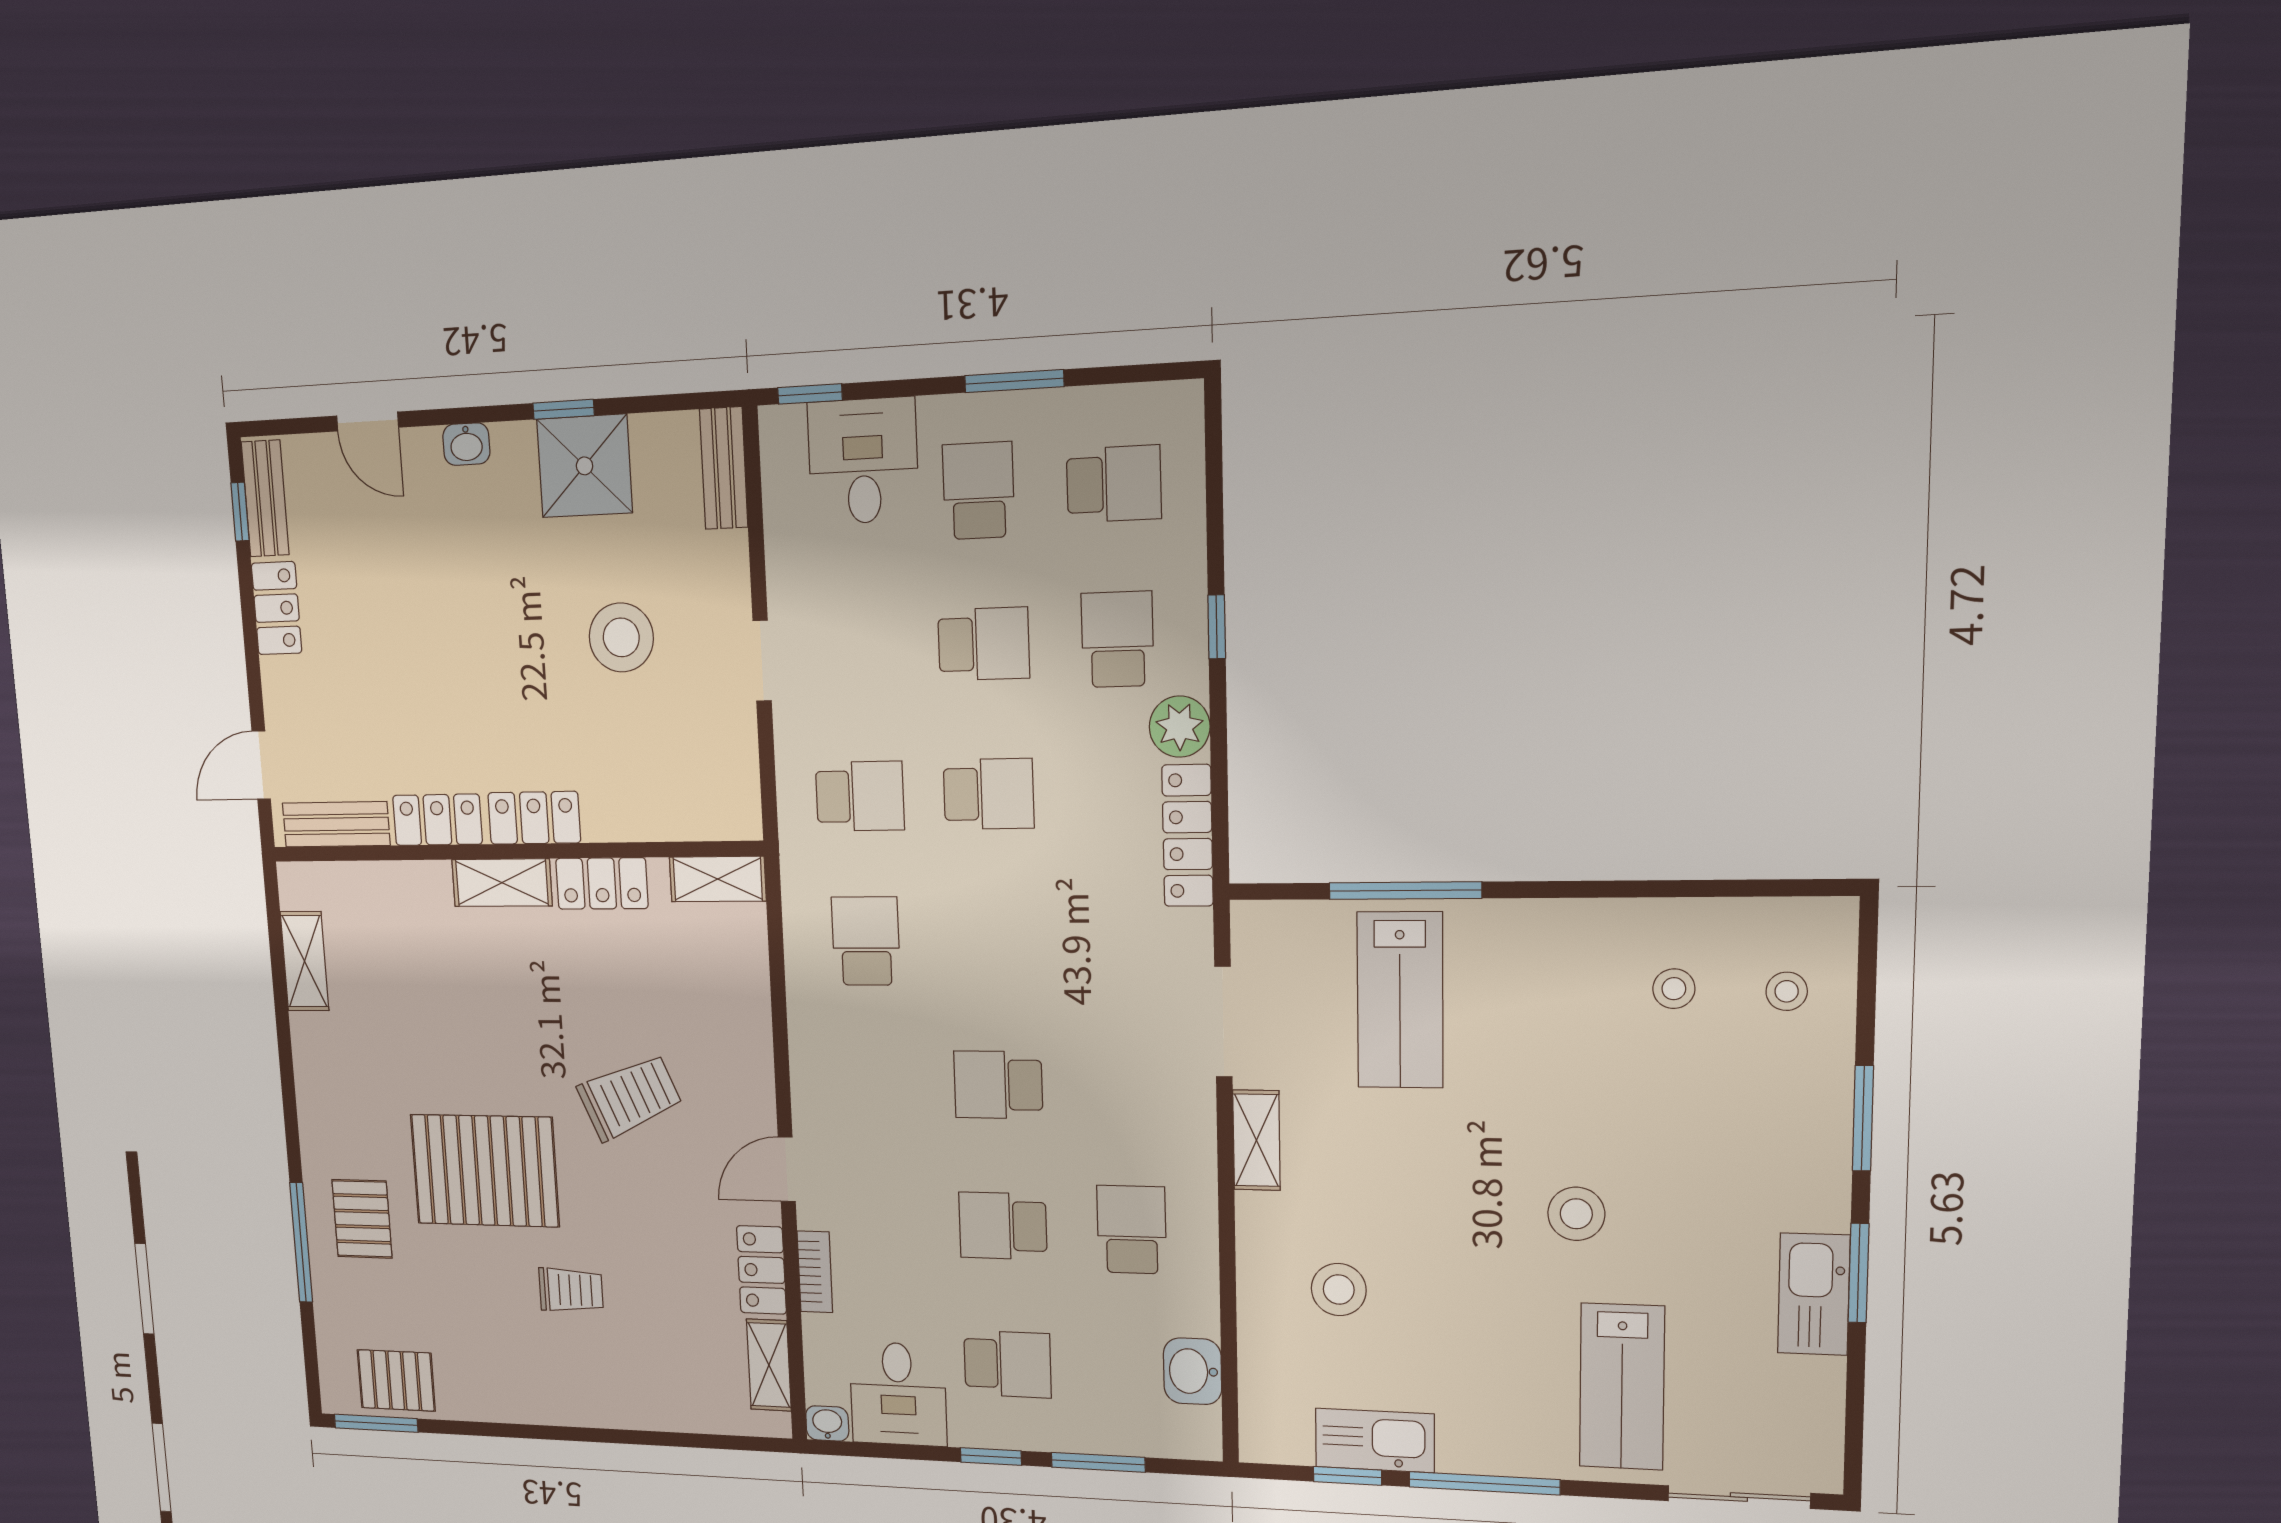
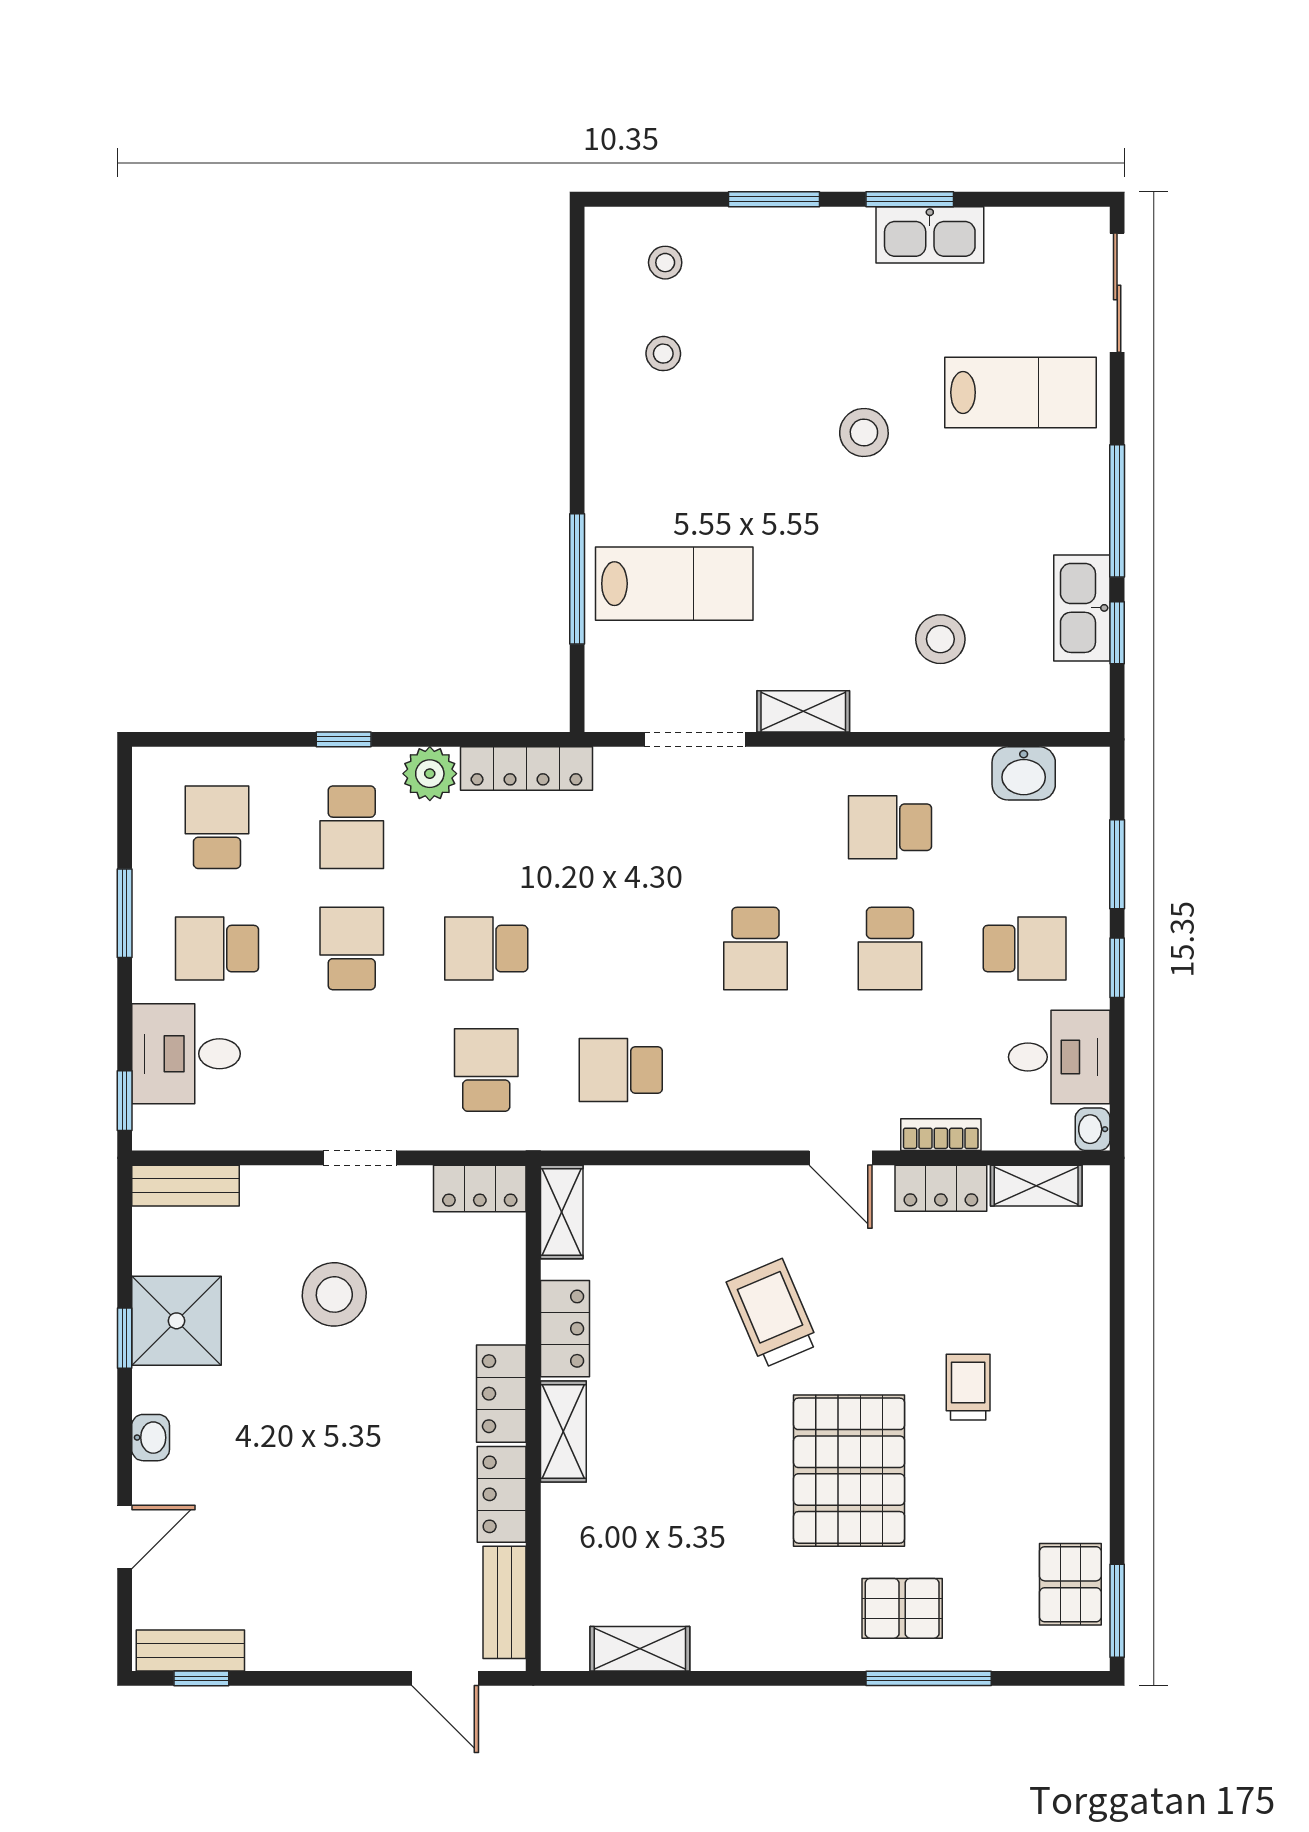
locker: (277, 608) -> (480, 1188), moved, turned 180
school desk: (1117, 639) -> (352, 827), turned -90
school desk: (989, 794) -> (486, 949), turned -90
school desk: (1007, 1364) -> (1025, 949), turned 90

